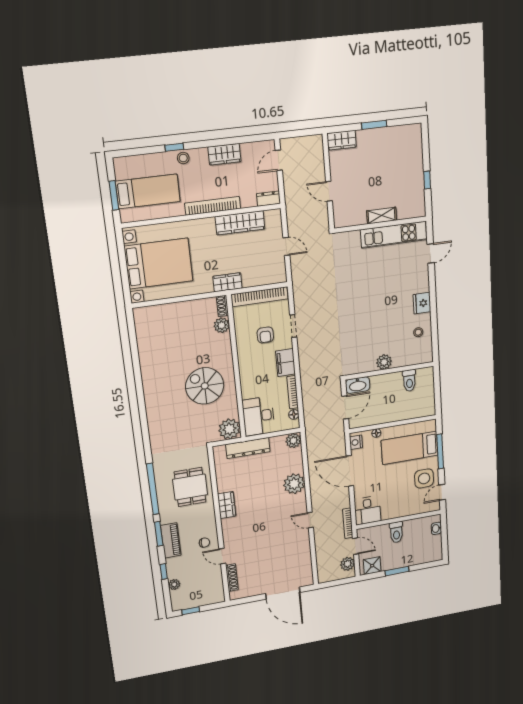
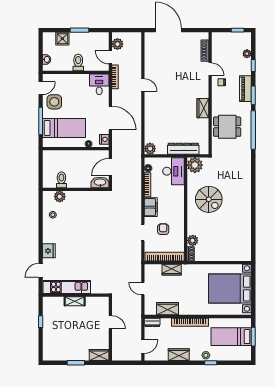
wardrobe: (240, 223) -> (167, 309), width x0.67
wardrobe: (227, 282) -> (172, 270), moved
fridge: (422, 303) -> (49, 251), moved
plant: (384, 362) -> (60, 197), moved
plant: (294, 484) -> (152, 116), removed
dining table: (190, 487) -> (227, 127), turned 90
shower: (372, 566) -> (62, 39), moved

